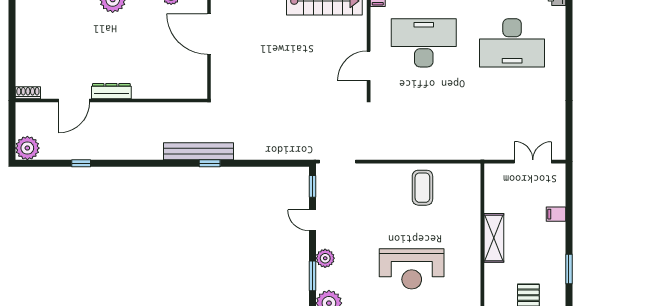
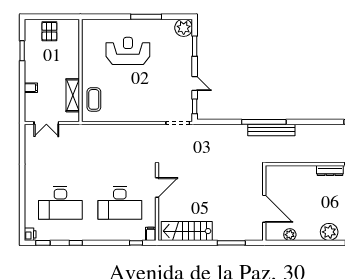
desk: (512, 43) -> (60, 203), turned 180
window: (210, 163) -> (264, 122), width x3.17
coffee table: (422, 188) -> (94, 99), moved
shelving: (494, 238) -> (73, 95), moved
plant: (325, 258) -> (186, 58), removed

